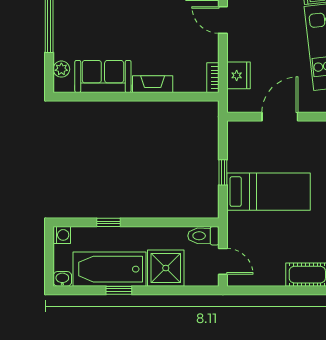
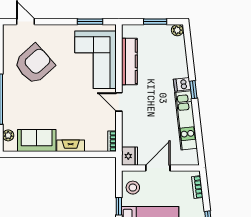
fridge: (238, 75) -> (130, 156), moved
stool: (243, 145) -> (133, 188), added

